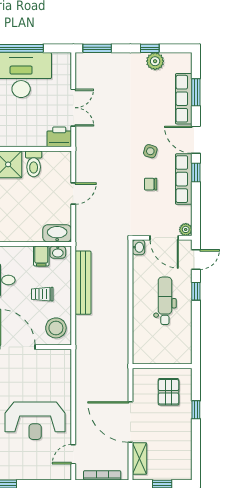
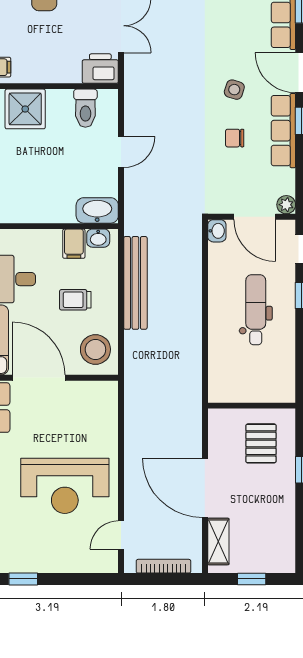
toilet: (34, 164) -> (85, 108), moved

